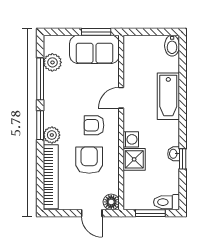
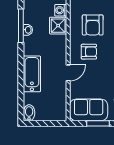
window: (96, 32) -> (98, 123), moved
washing machine: (131, 139) -> (61, 10), moved
window: (183, 159) -> (21, 26), width x2.17

